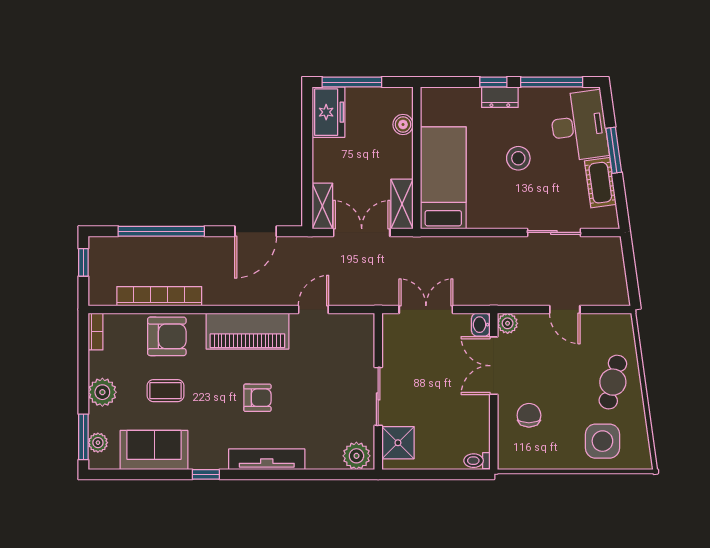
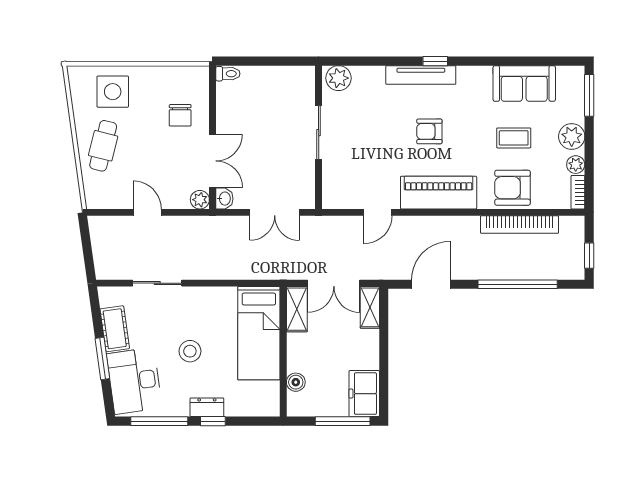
plant: (98, 443) -> (576, 165), moved
shower: (398, 443) -> (300, 90), removed
window: (206, 474) -> (435, 61), moved

